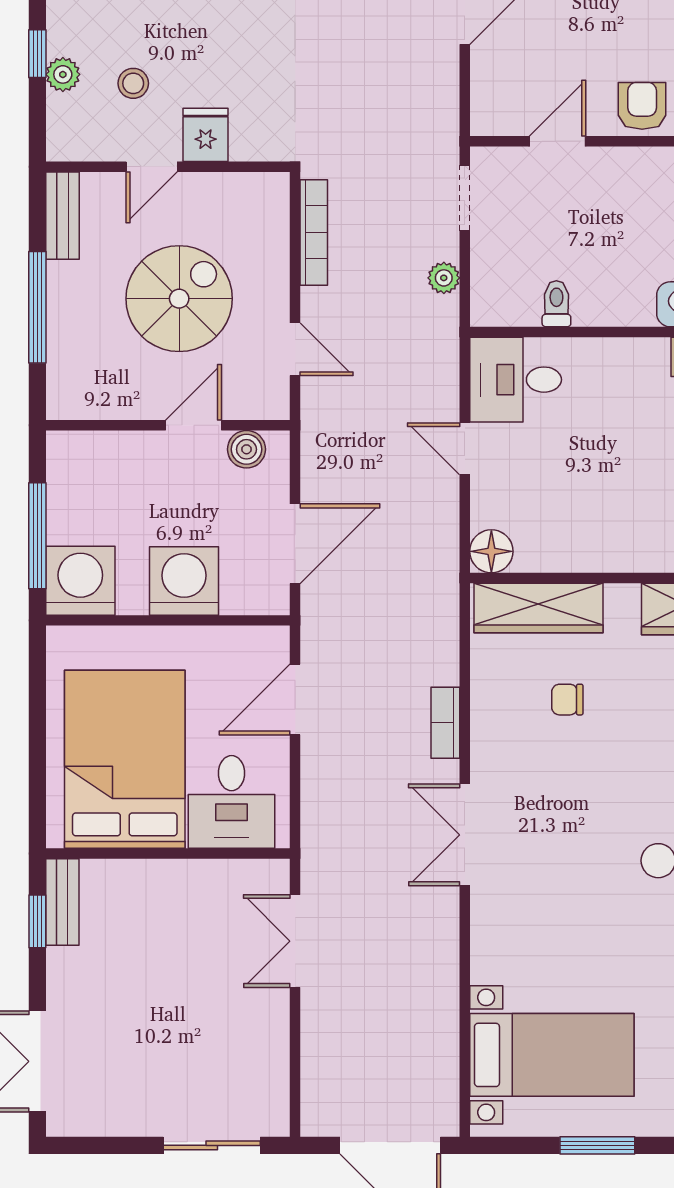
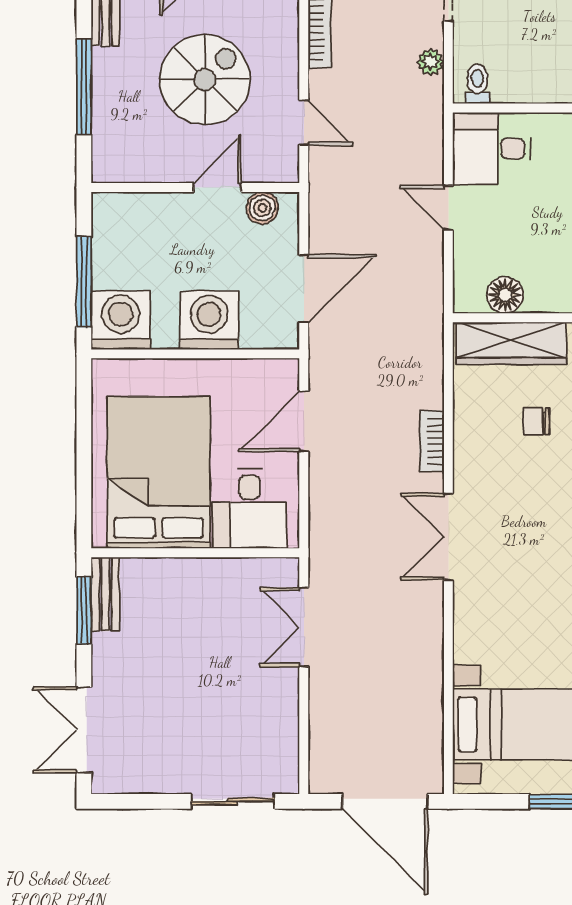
toilet: (556, 304) -> (477, 84), moved
floor lamp: (491, 551) -> (505, 295), moved
window: (37, 921) -> (84, 610), width x1.50

